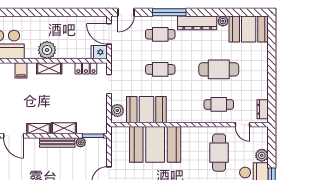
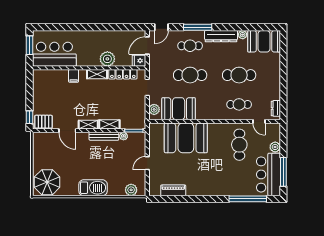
door: (109, 34) -> (147, 45), hinge flipped
plant: (47, 50) -> (107, 59), moved
locker: (86, 68) -> (123, 74), width x1.53
cafe table: (160, 69) -> (190, 75), width x1.37, depth x1.35

